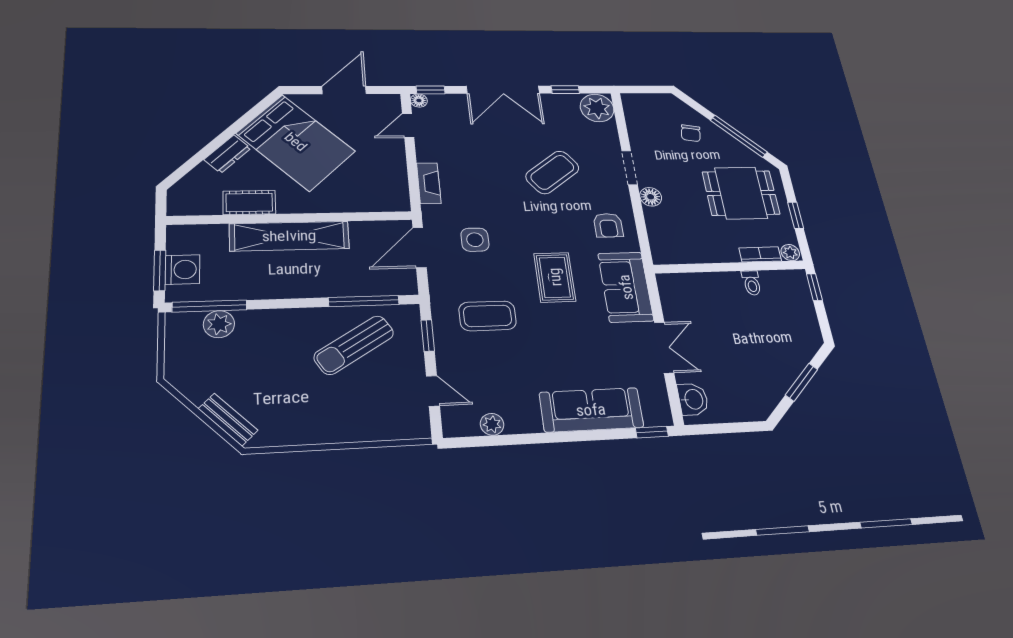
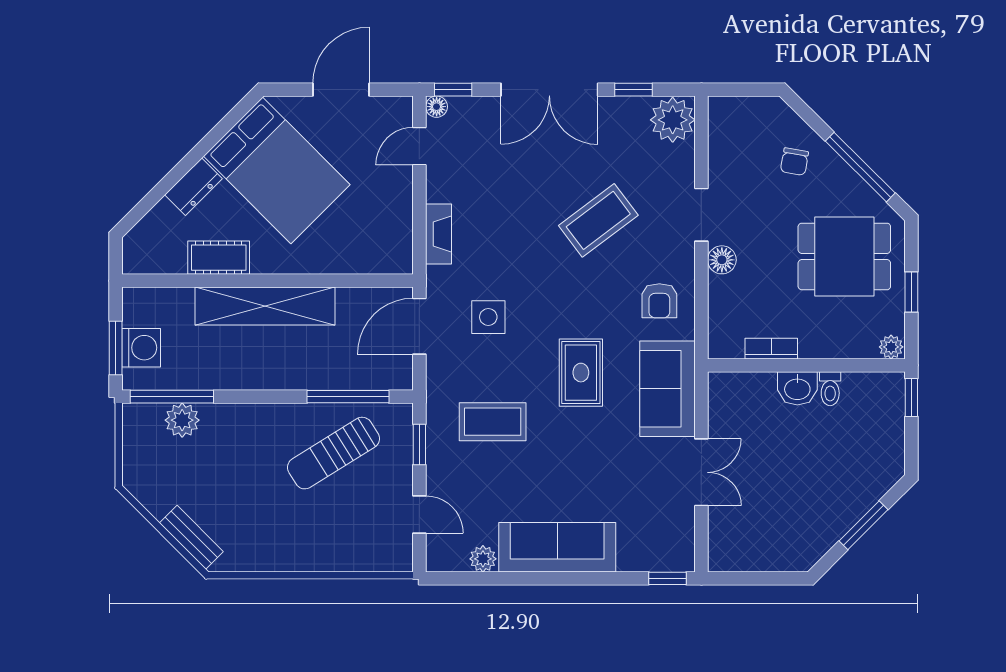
bookcase: (760, 254) -> (771, 349), moved
washbasin: (693, 399) -> (797, 388), moved, turned 90
sofa: (591, 410) -> (557, 547), moved

